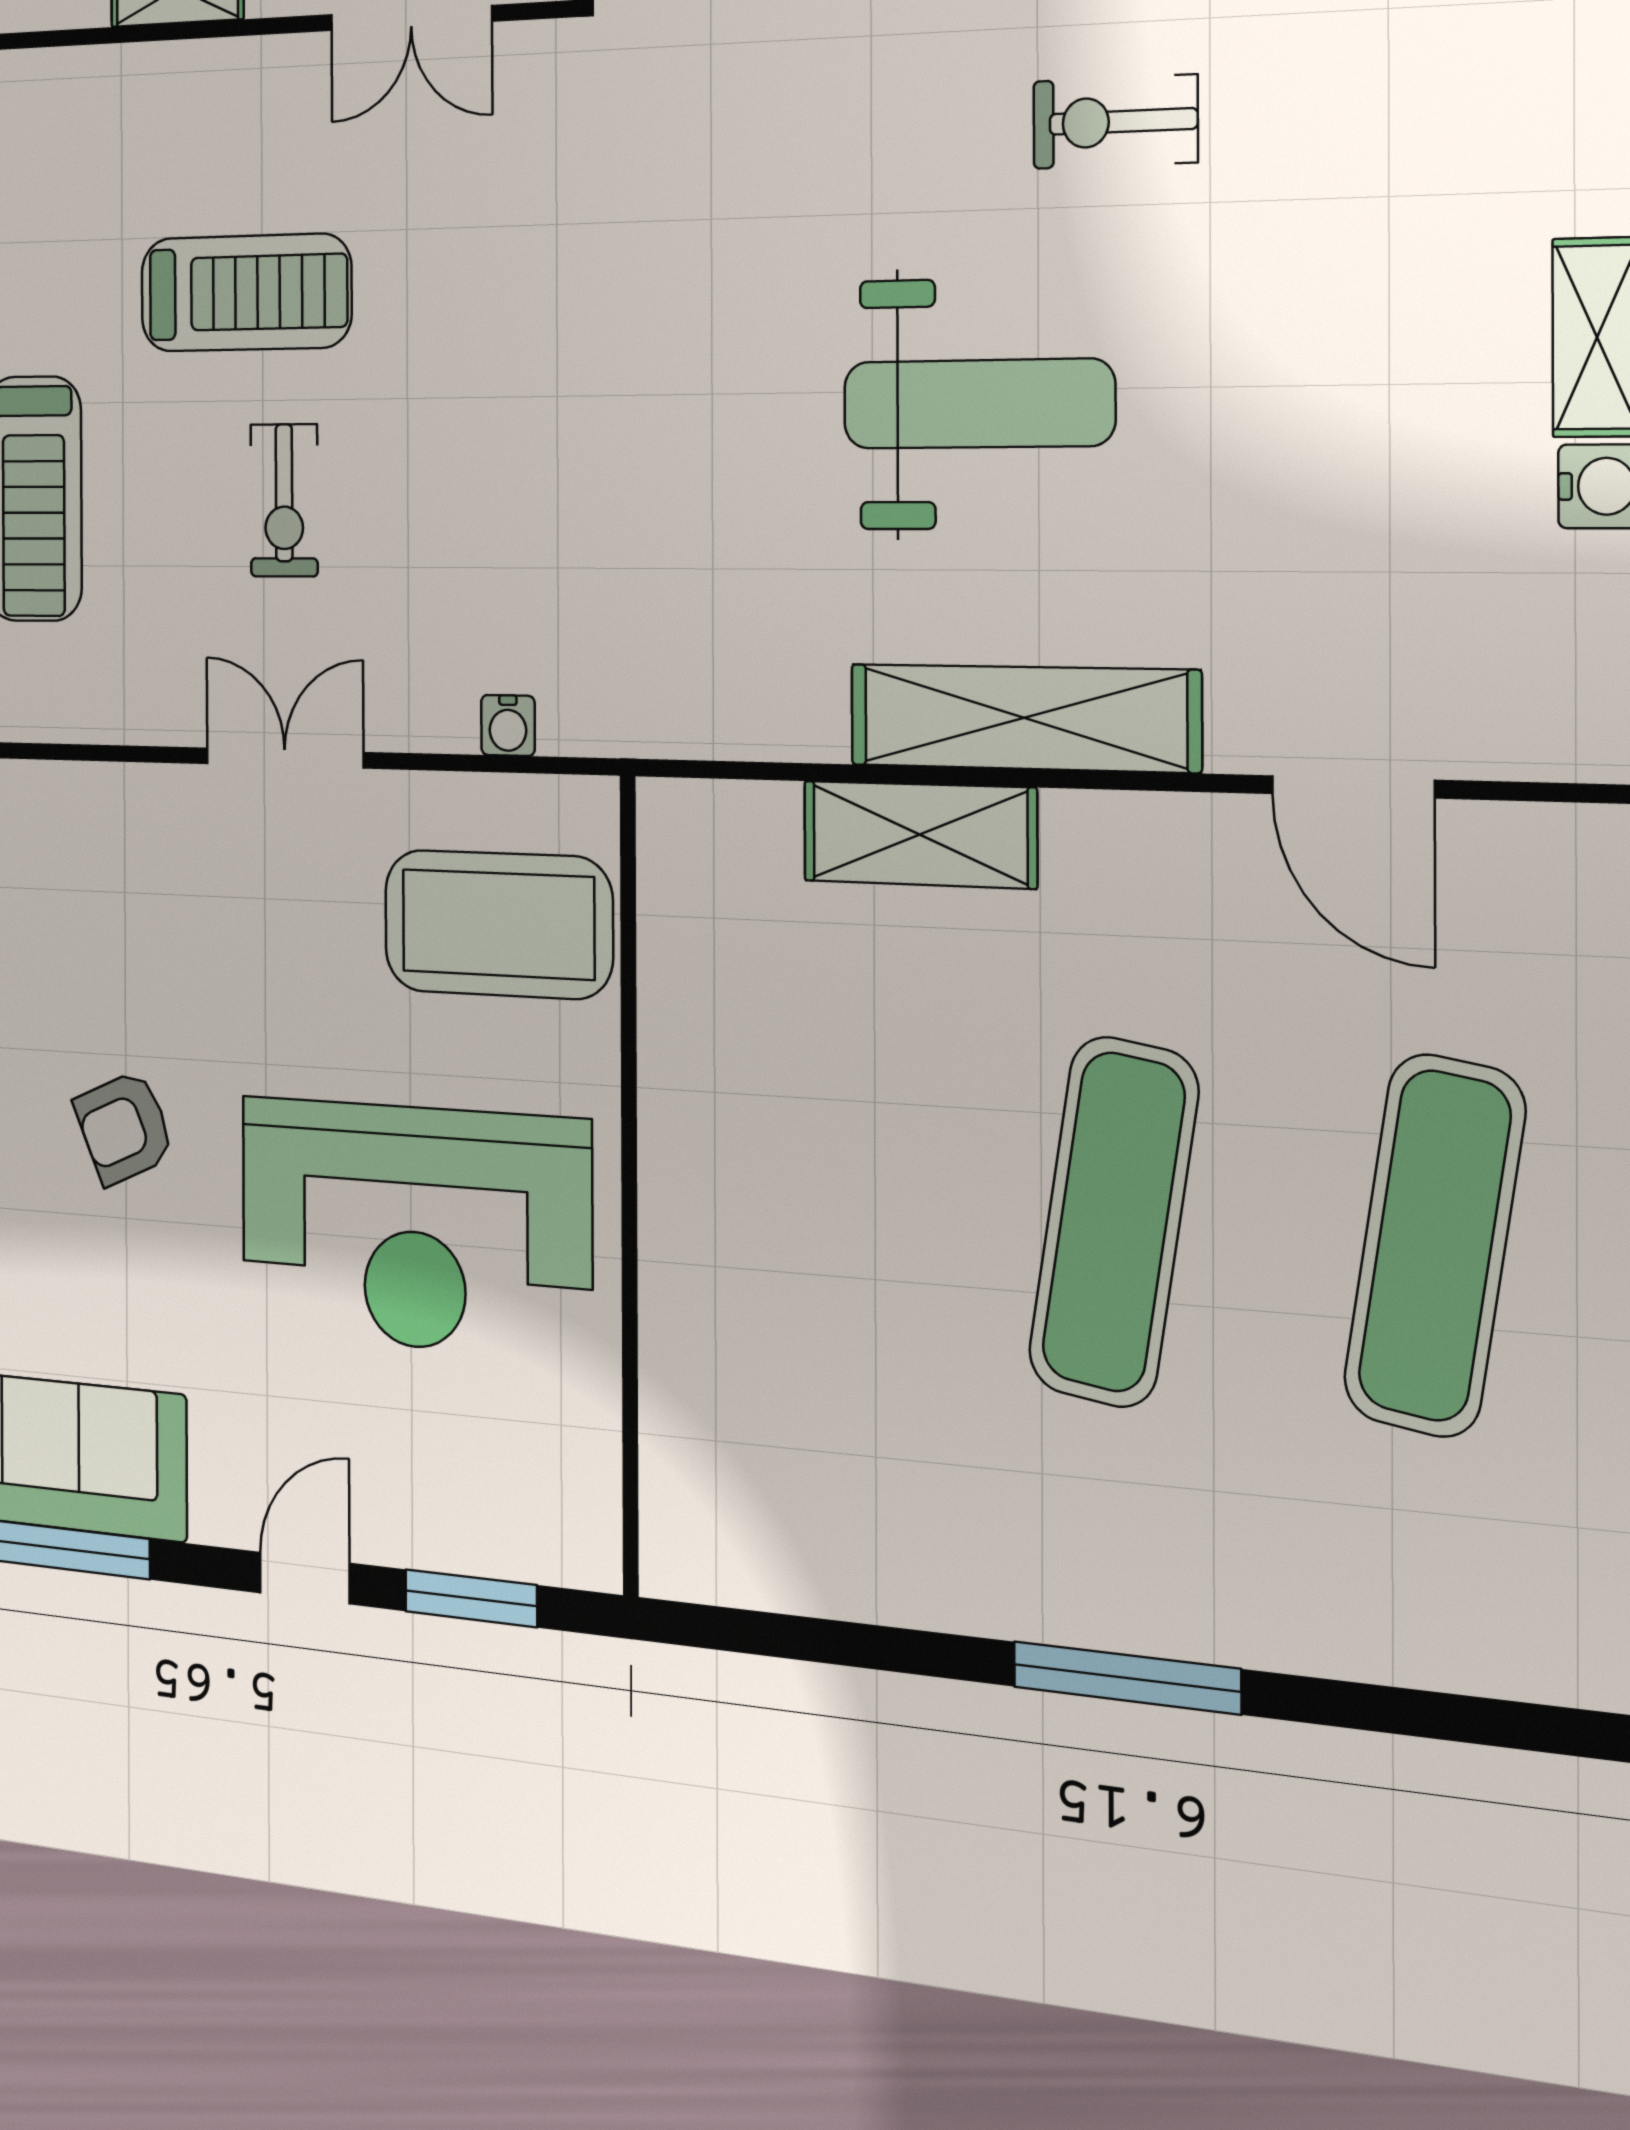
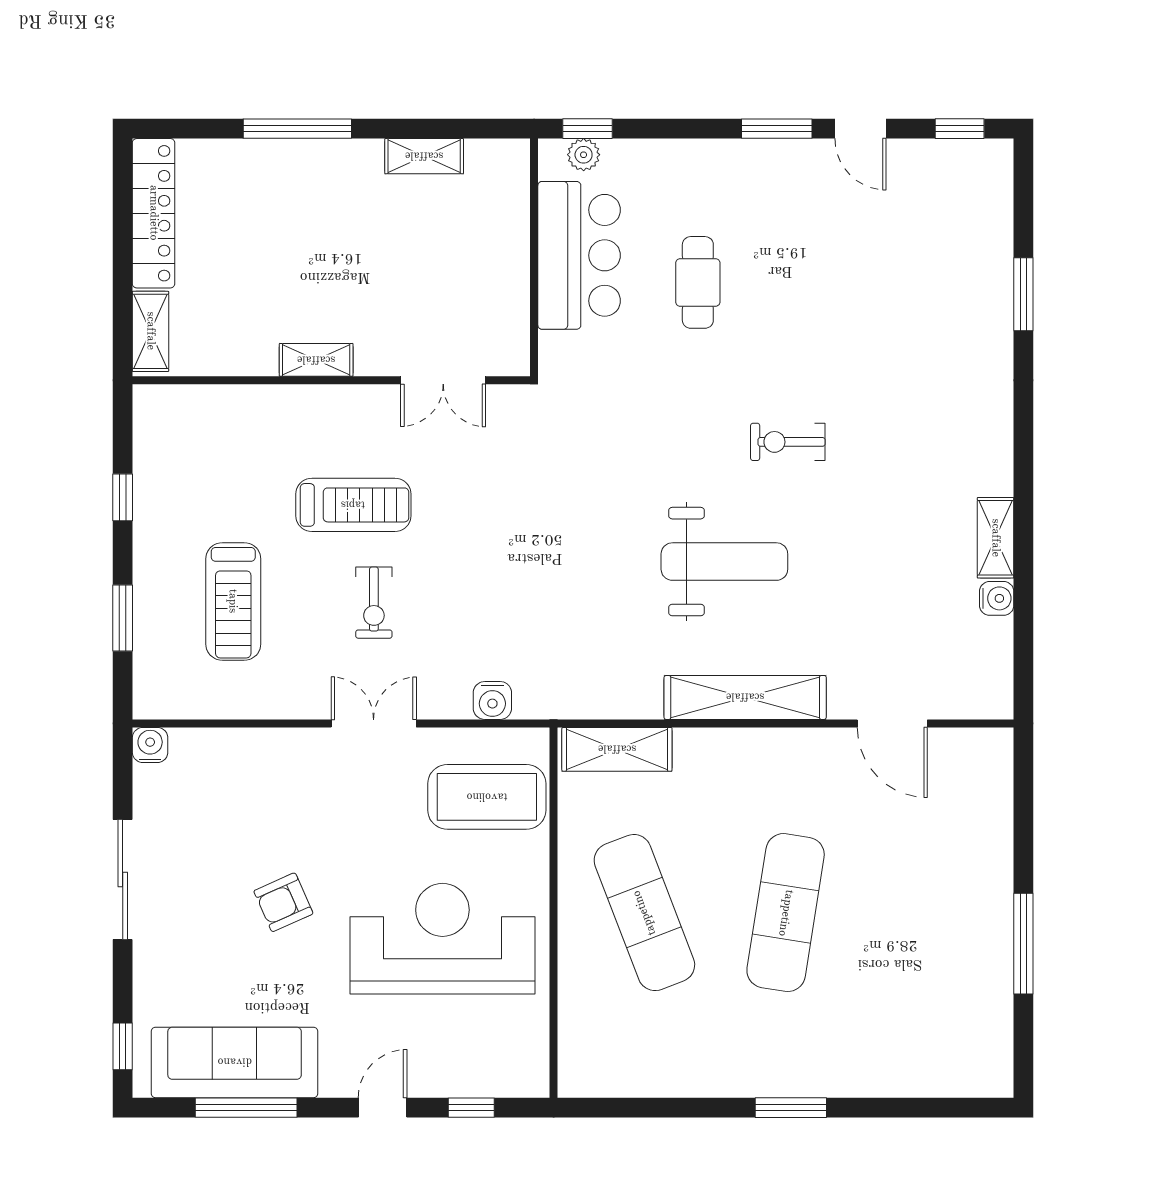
water cooler: (508, 725) -> (492, 700), width x1.38, depth x1.38
shelving: (920, 834) -> (617, 749), moved
reception desk: (415, 1227) -> (442, 939), turned 180
exercise mat: (1434, 1246) -> (644, 913), moved, turned -30
window: (471, 1598) -> (471, 1108), width x0.67
window: (1126, 1678) -> (791, 1108), width x0.69

